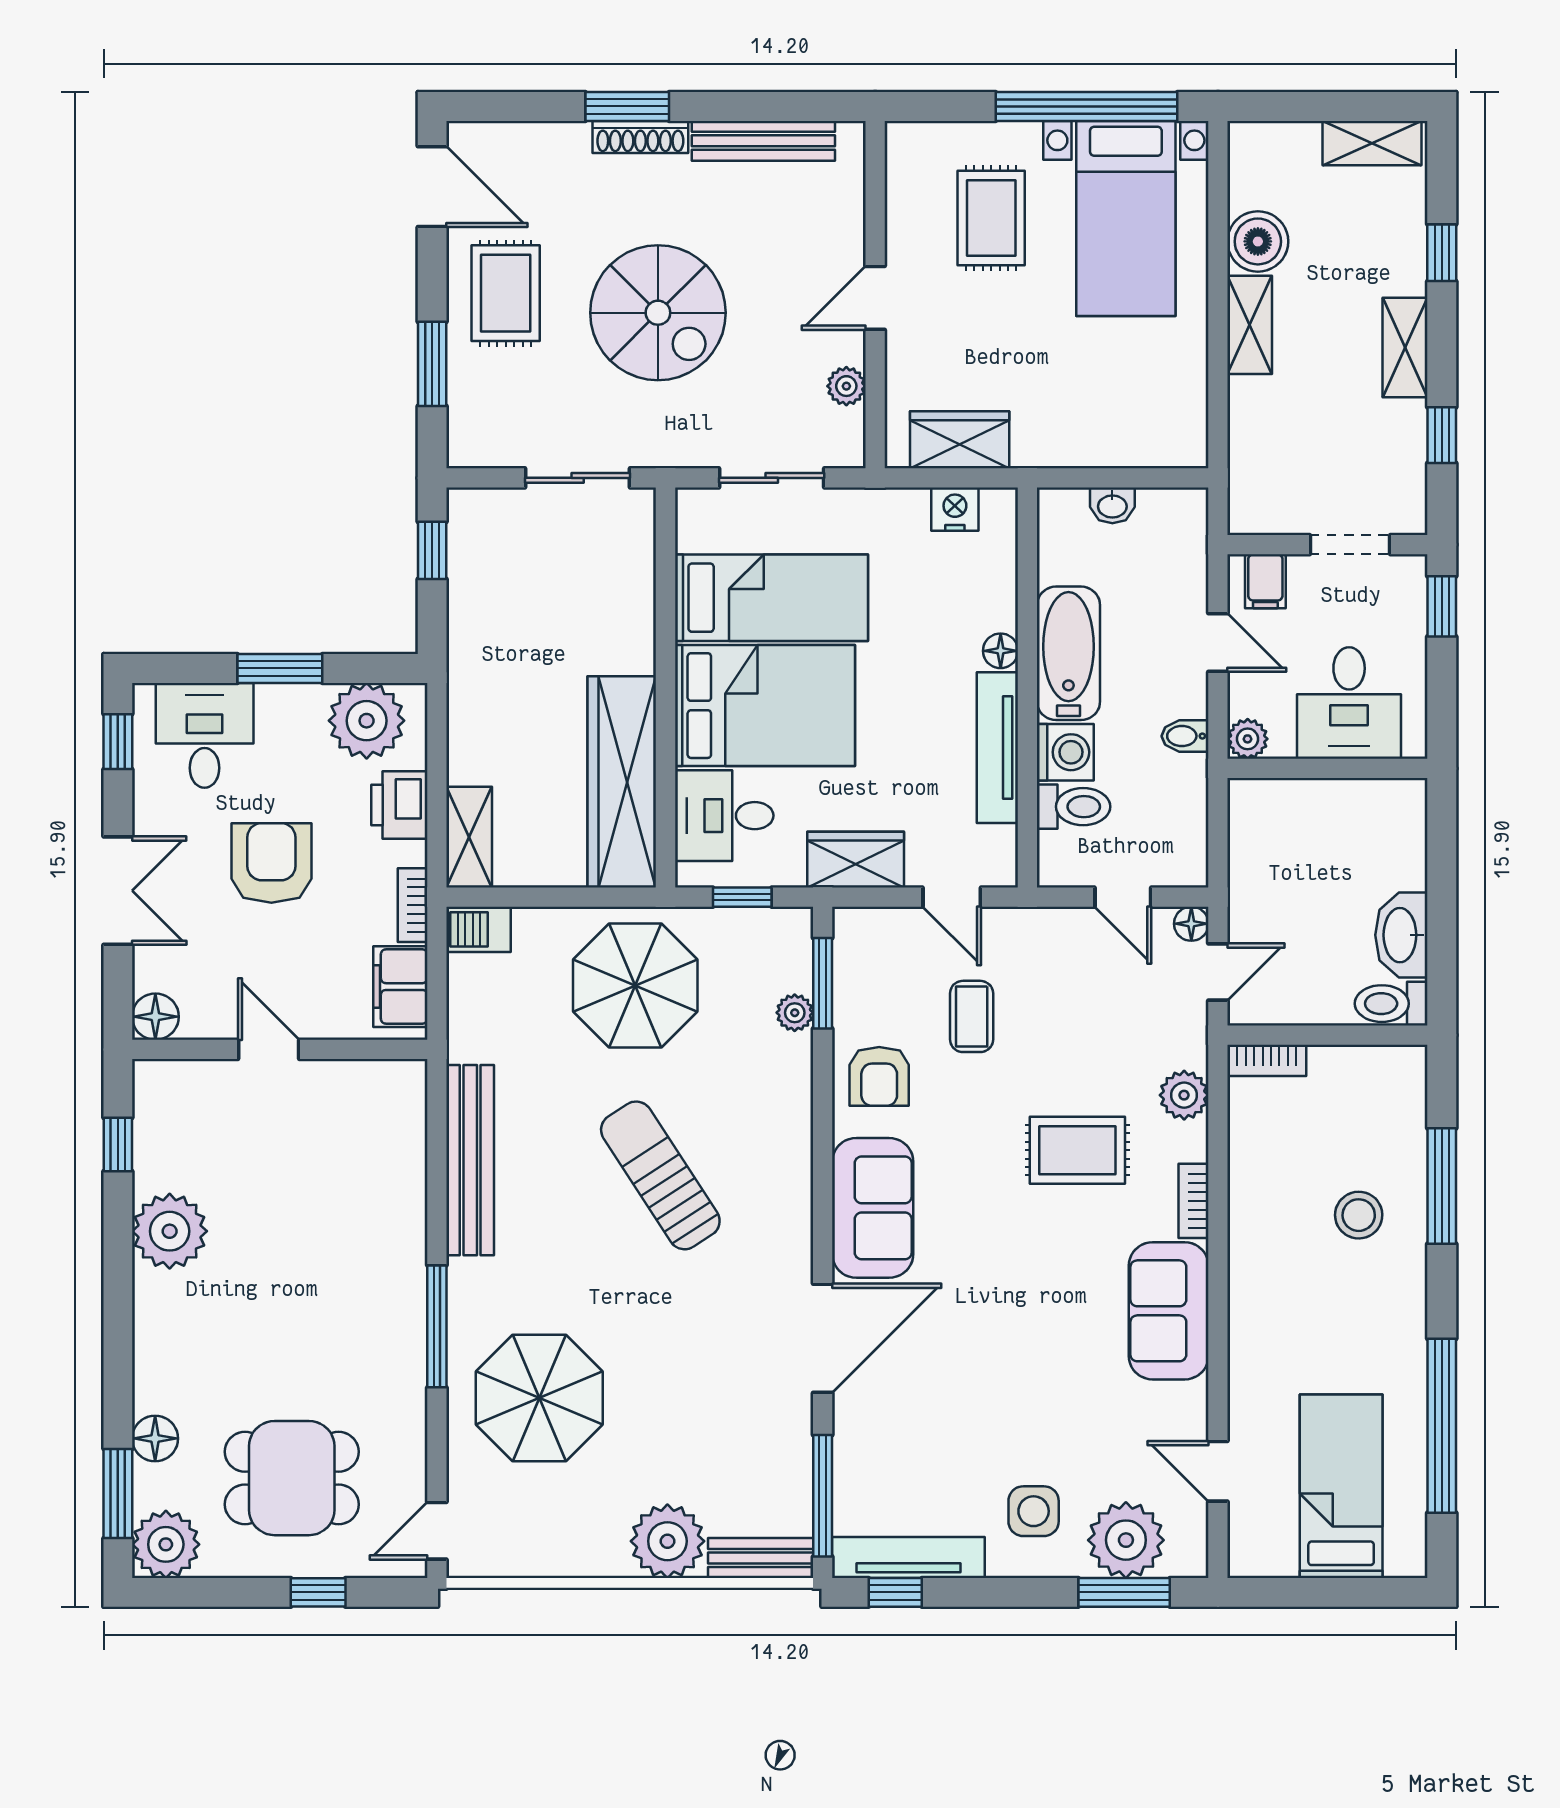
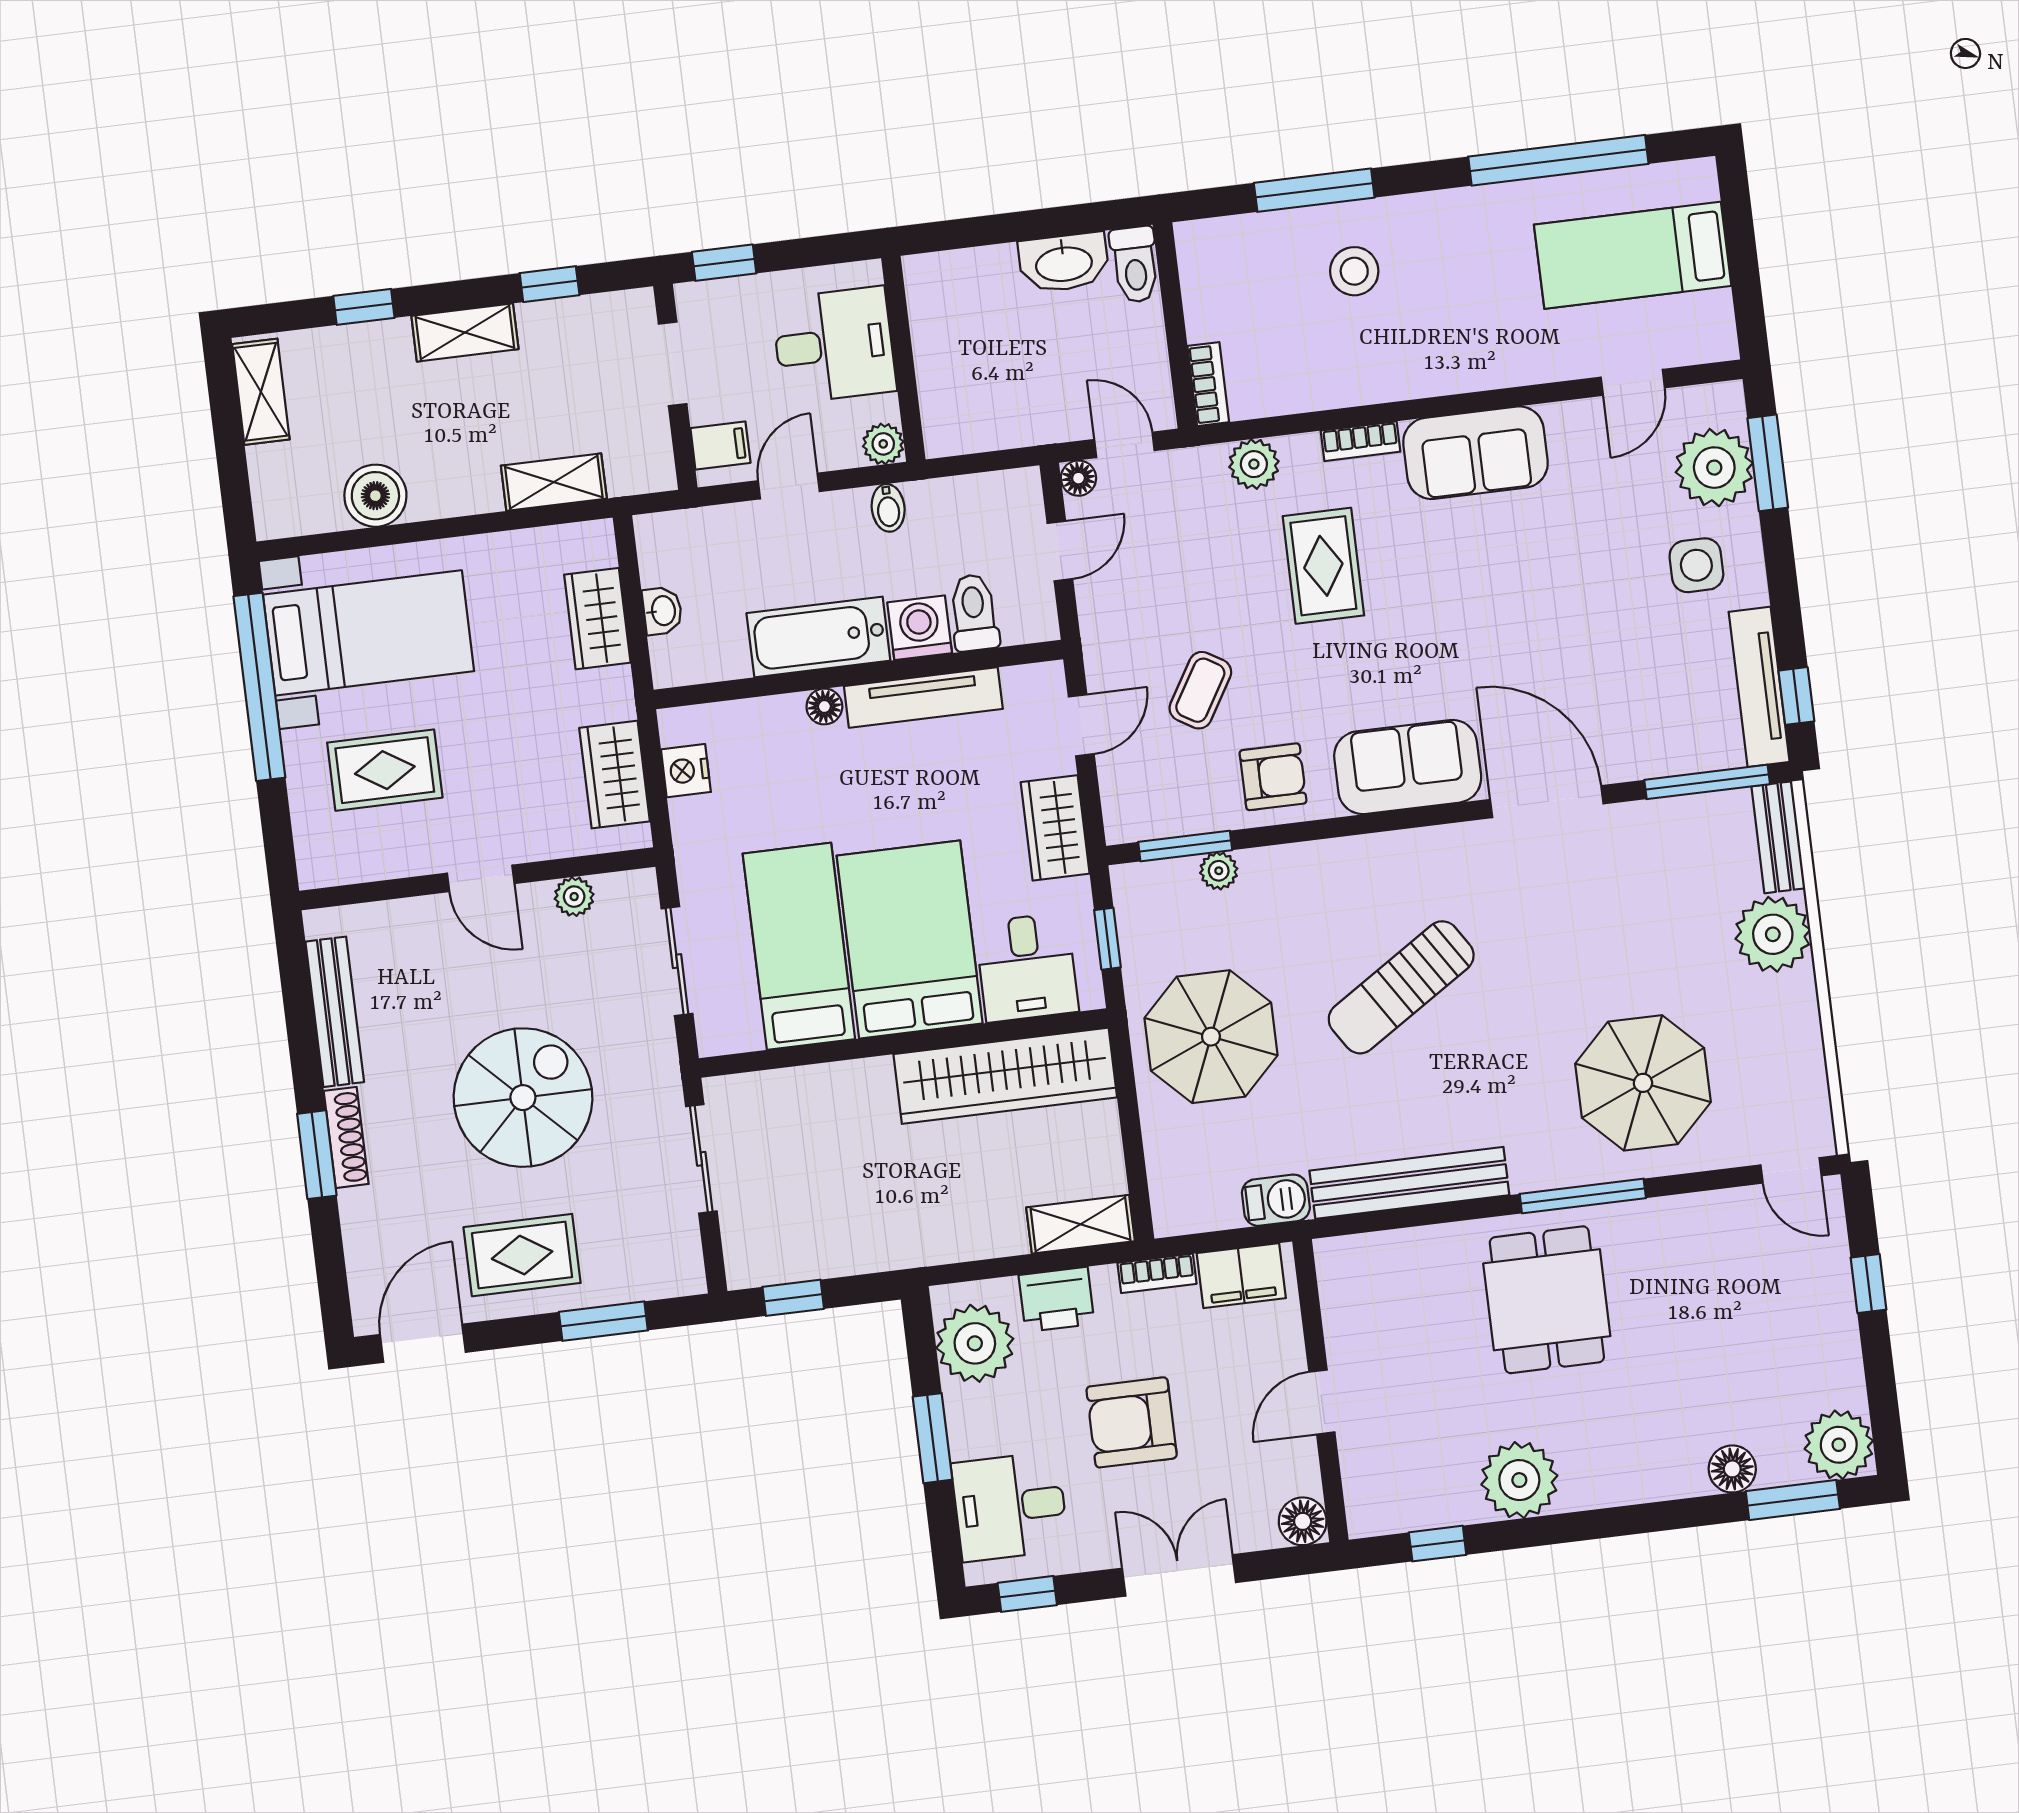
shelving: (1250, 325) -> (554, 482), moved
wardrobe: (1112, 441) -> (597, 619), added
barbecue: (479, 929) -> (1276, 1200), moved, turned -90
coffee table: (972, 1016) -> (1200, 690), turned -59
dining table: (292, 1478) -> (1547, 1300), moved

